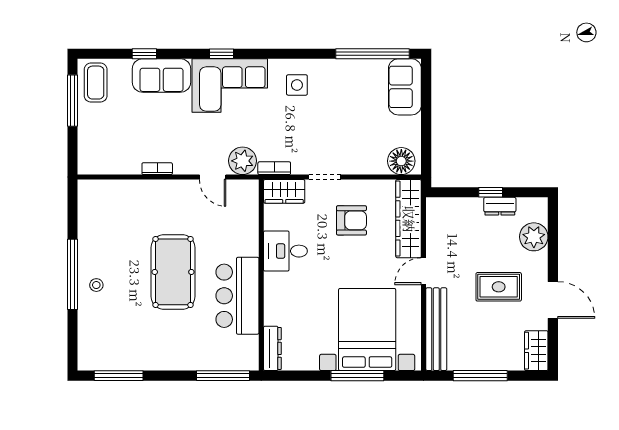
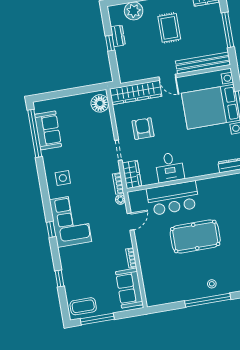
sofa: (162, 75) -> (129, 288), moved, turned 180
sofa: (405, 87) -> (48, 130), moved, turned -90
plant: (243, 161) -> (120, 200), width x0.53, depth x0.53
bar counter: (237, 296) -> (173, 198), moved

